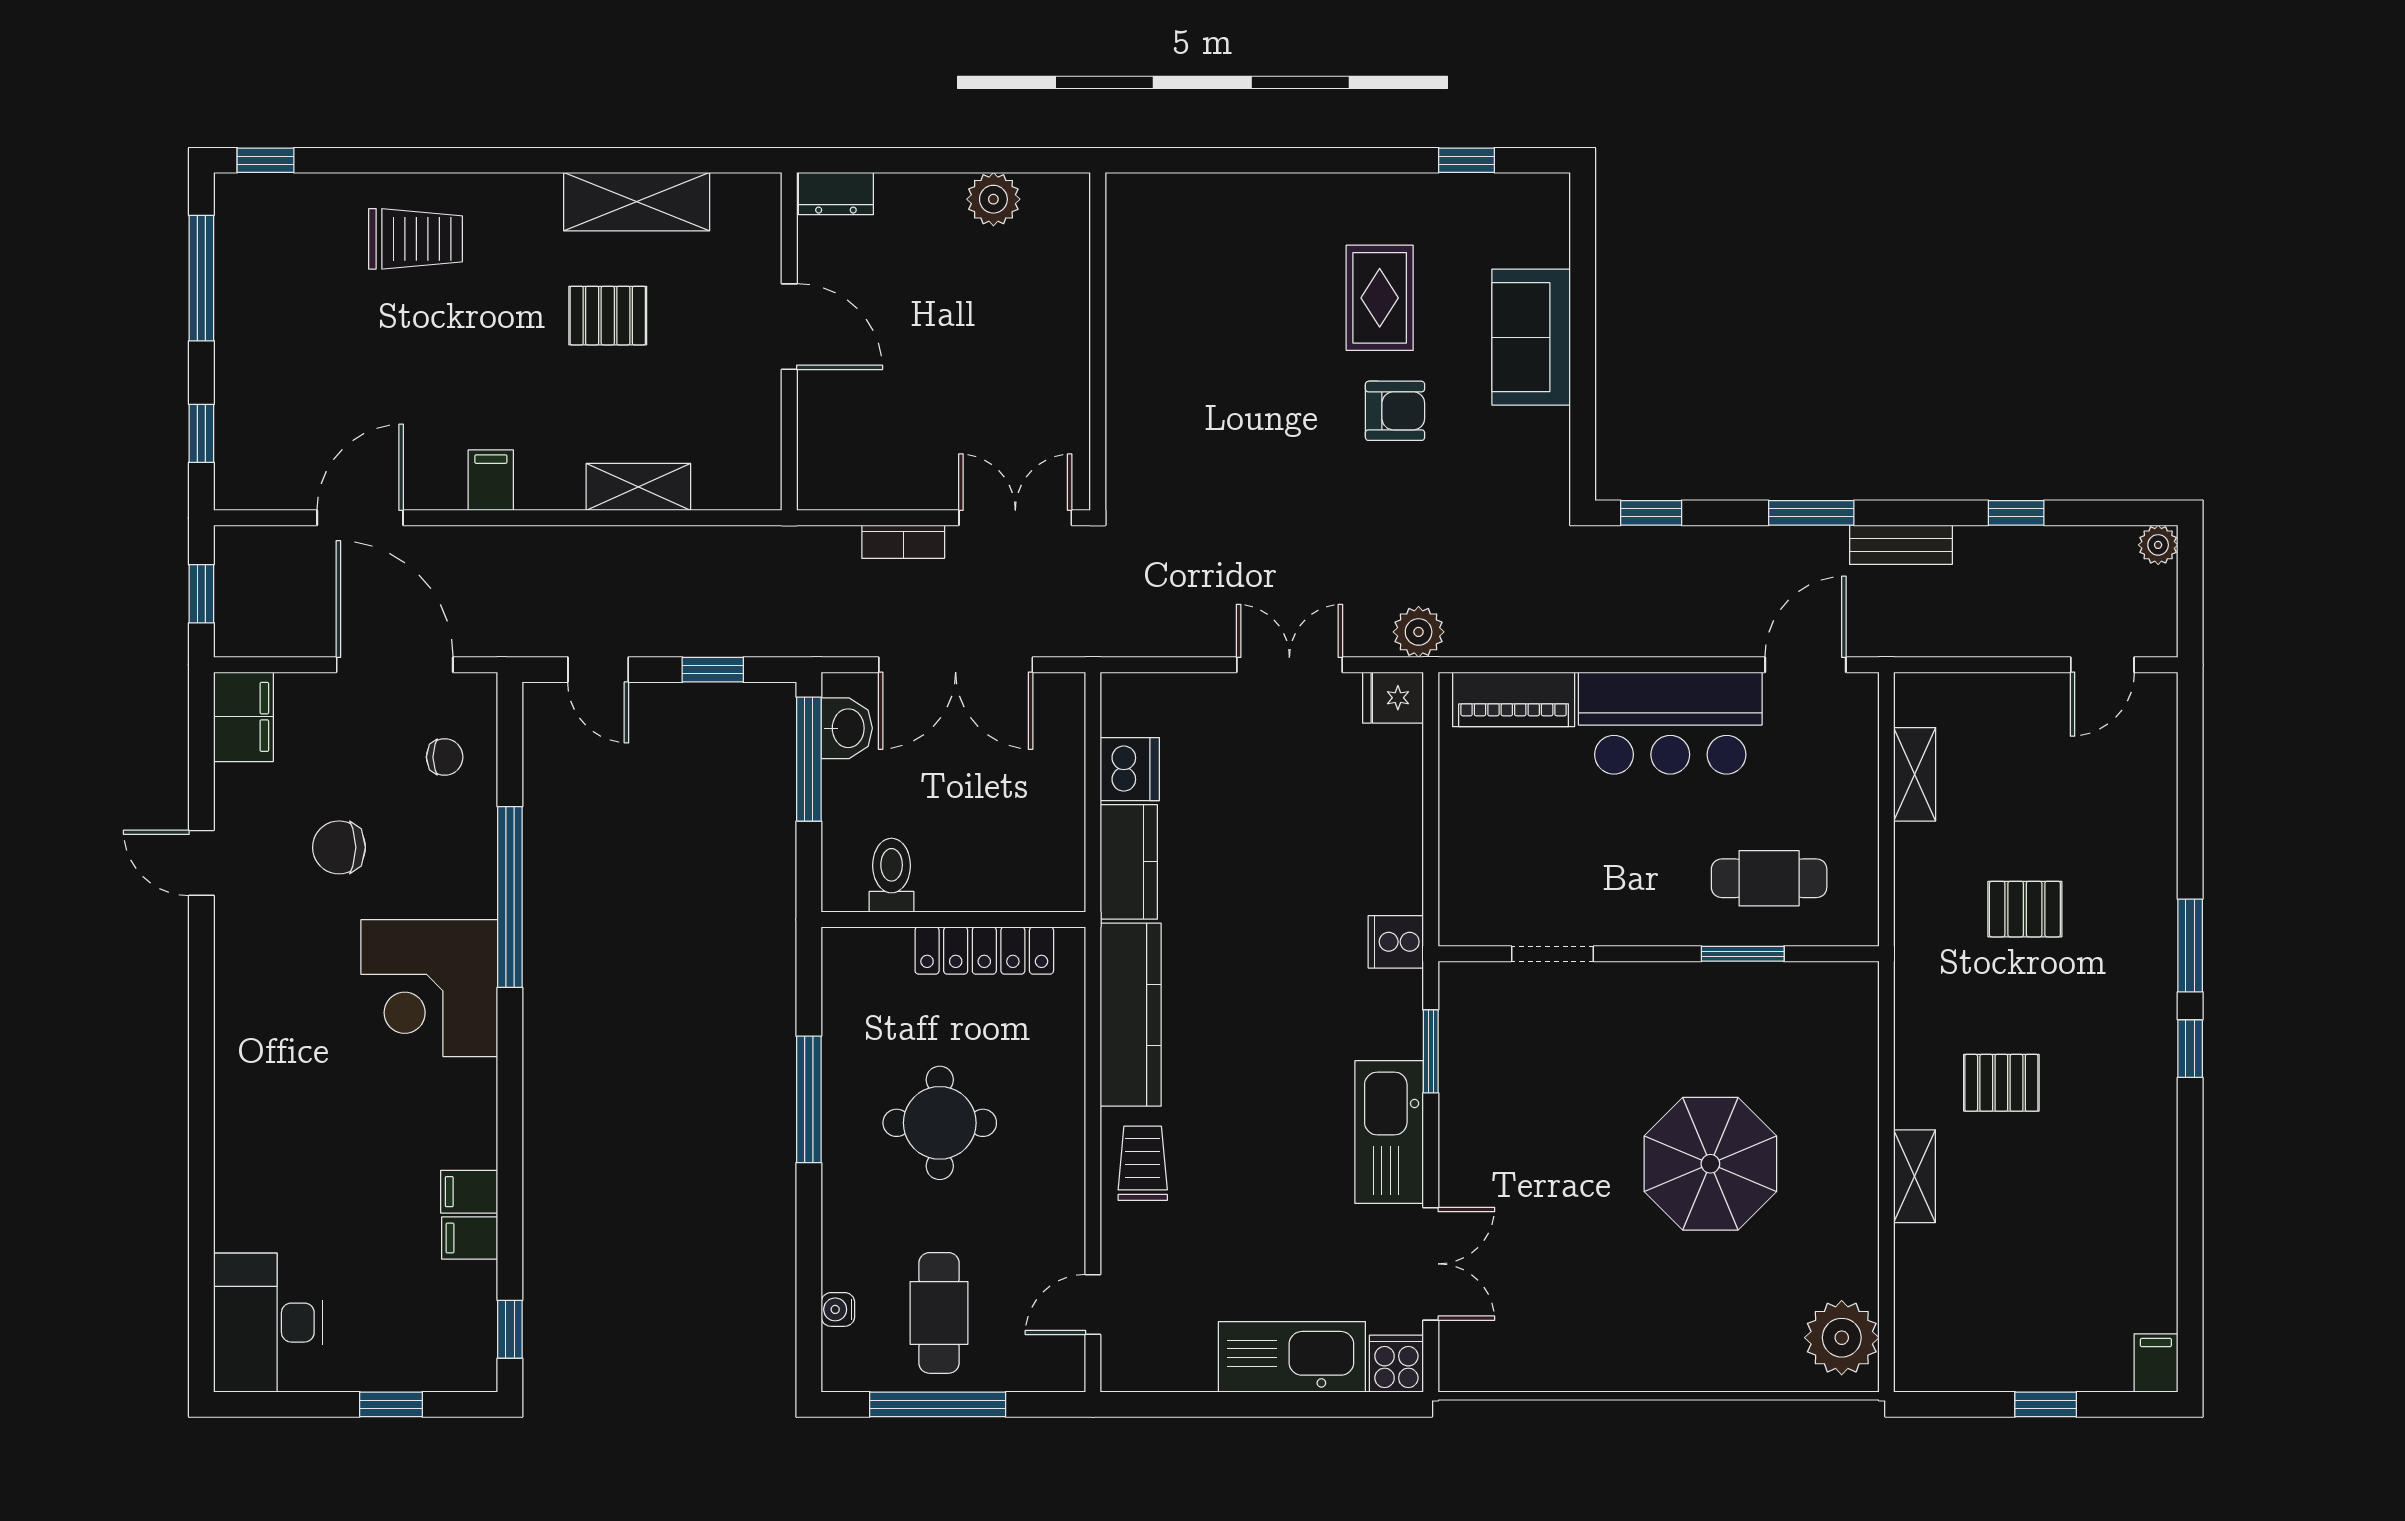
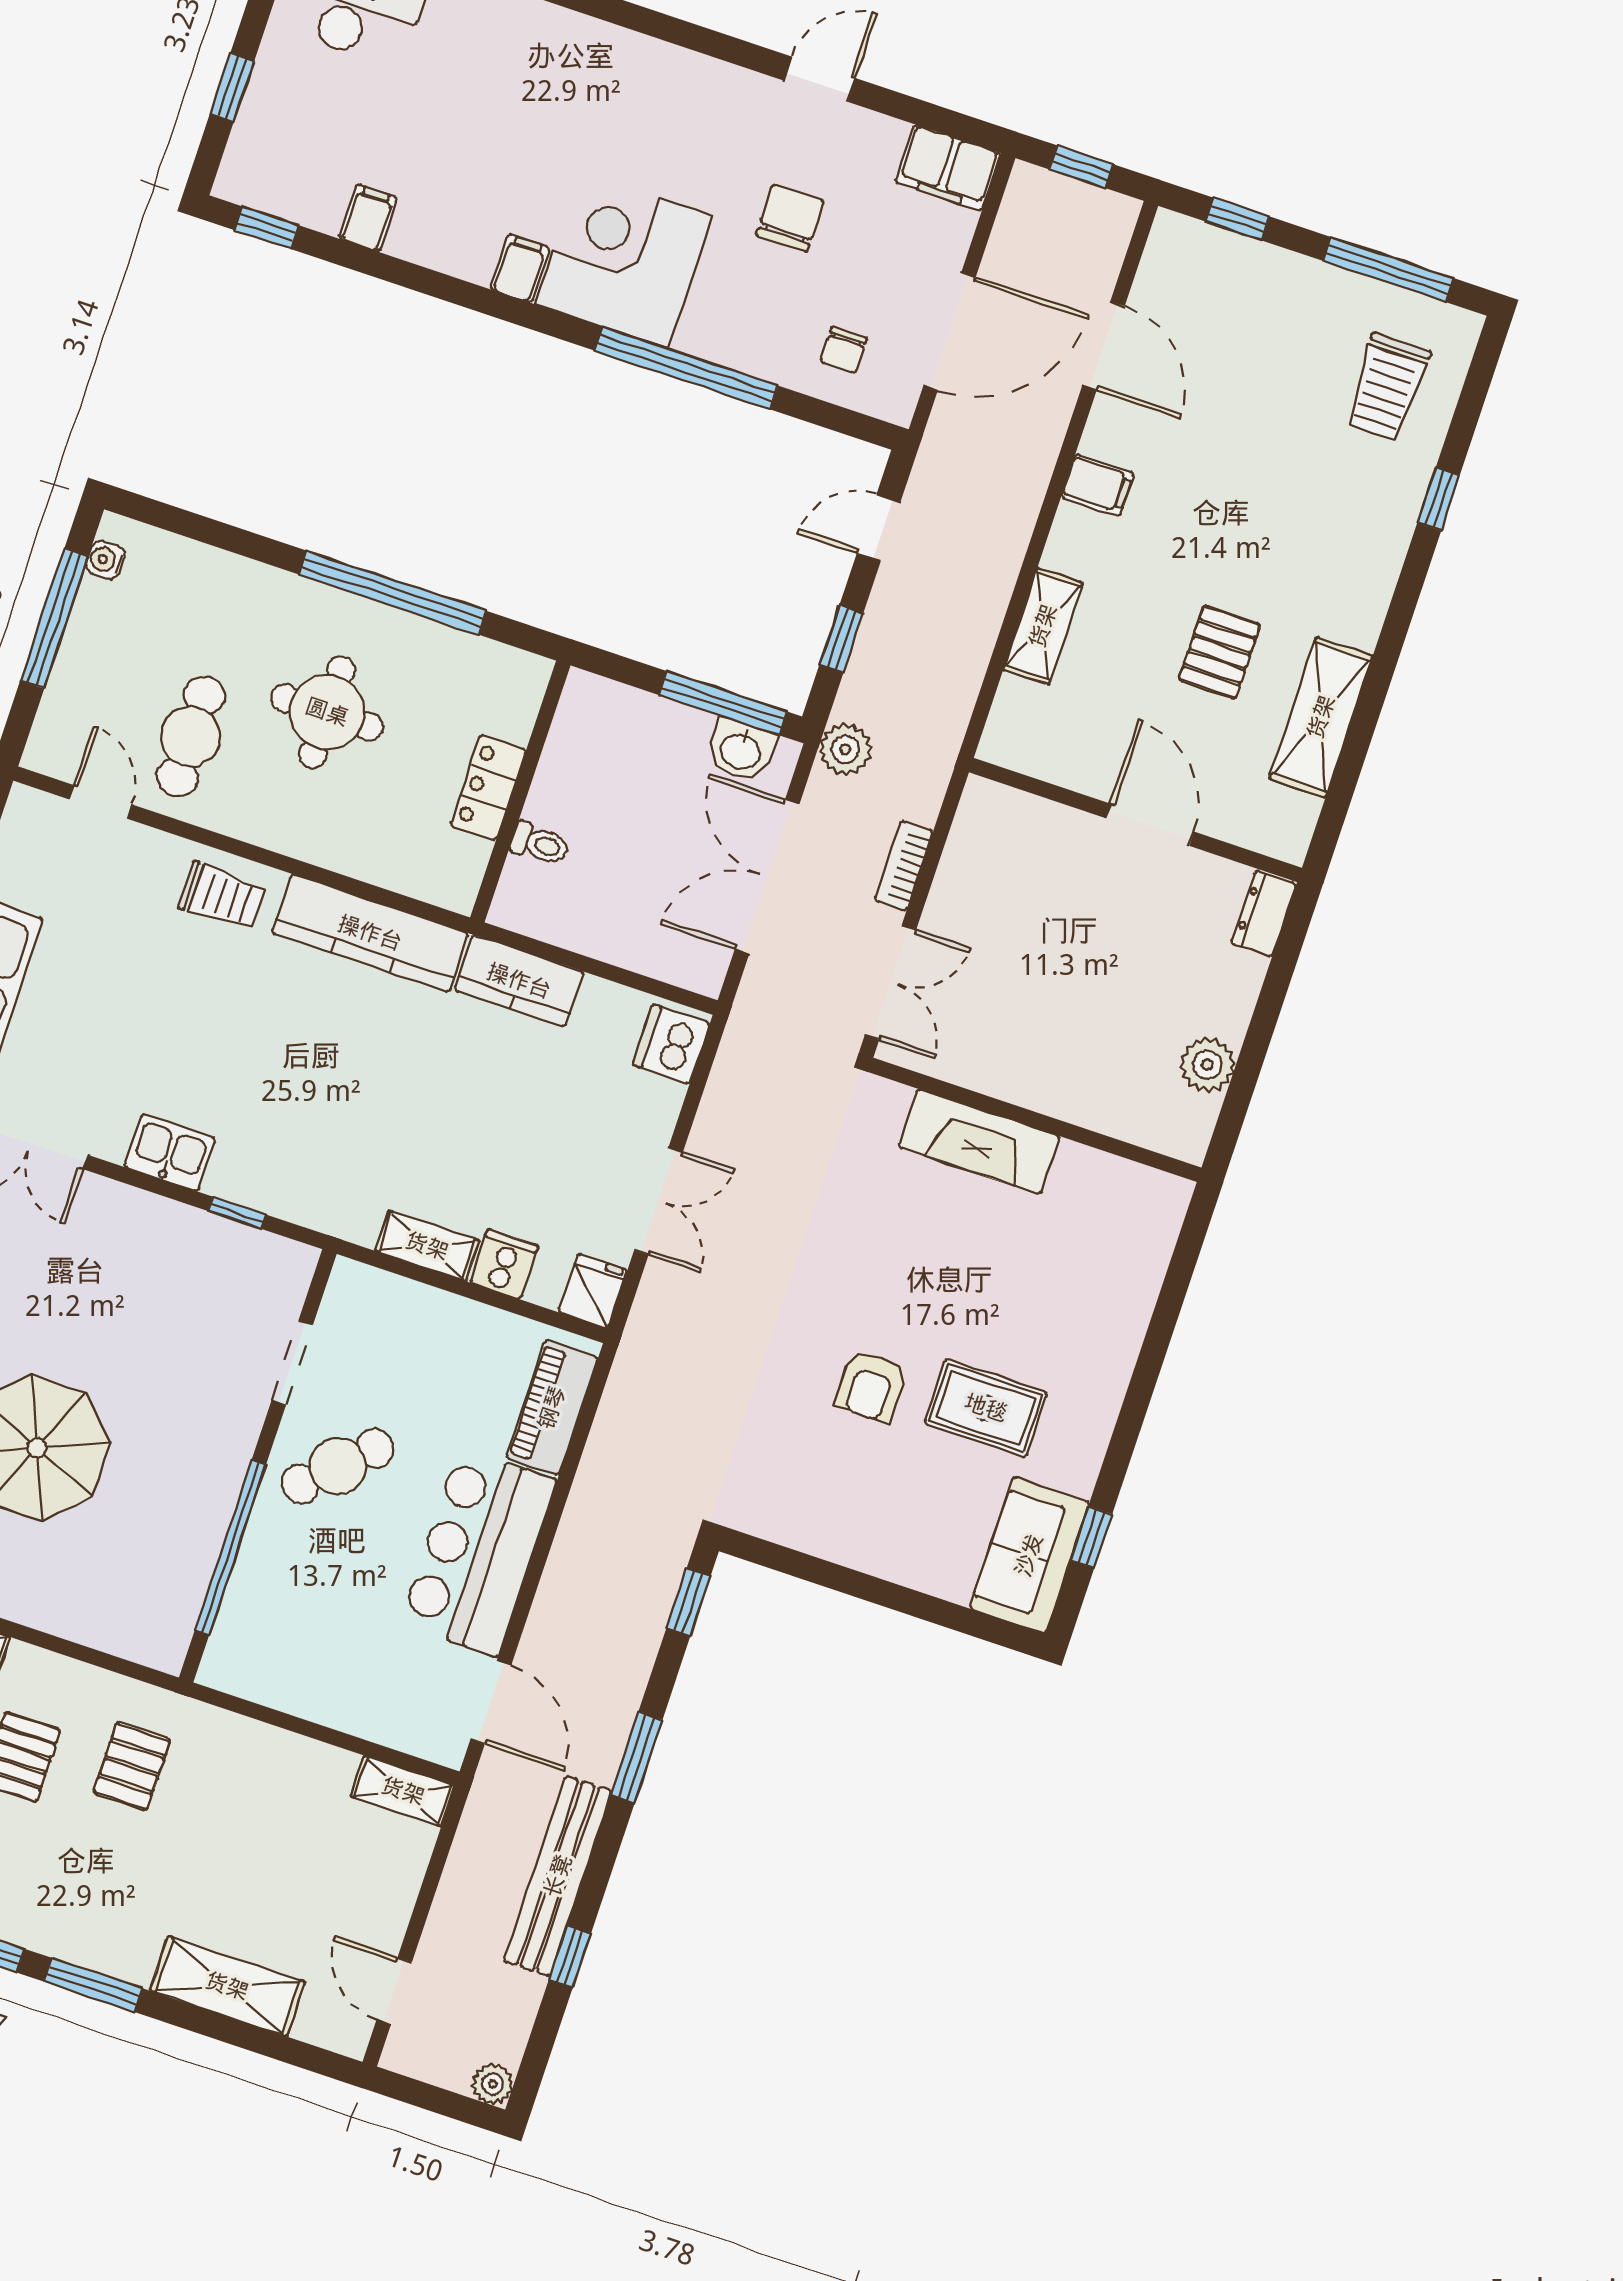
window: (266, 160) -> (1439, 499), moved
trolley: (415, 239) -> (1387, 387), moved
door: (789, 327) -> (1150, 825), swing flipped
sofa: (1531, 337) -> (1029, 1555), moved, turned -90
fireplace: (1135, 386) -> (979, 1142), added
bench: (1901, 545) -> (558, 1876), width x1.86, depth x1.21
plant: (1419, 632) -> (845, 749), moved
dishwasher: (1130, 769) -> (671, 1044), moved, turned 90
shelving: (1915, 774) -> (403, 1791), moved
shelving: (2150, 821) -> (227, 1986), added
shelving: (1402, 865) -> (427, 1246), added
toilet: (892, 875) -> (540, 844), moved, width x0.73, depth x0.72
cafe table: (1769, 878) -> (338, 1466), moved, turned 46
pallet: (2025, 909) -> (132, 1766), moved
cooker: (1396, 942) -> (504, 1264), moved
locker: (984, 950) -> (488, 788), width x0.66
window: (1743, 954) -> (230, 1547), width x2.11
window: (1431, 1051) -> (237, 1213), width x0.67
window: (809, 1099) -> (393, 593), width x1.46
kitchen sink: (1389, 1132) -> (170, 1153), width x0.53, depth x0.81
filing cabinet: (469, 1192) -> (520, 268), moved
water cooler: (838, 1309) -> (105, 560), moved, turned -90
cafe table: (939, 1313) -> (191, 736), moved, turned 90

